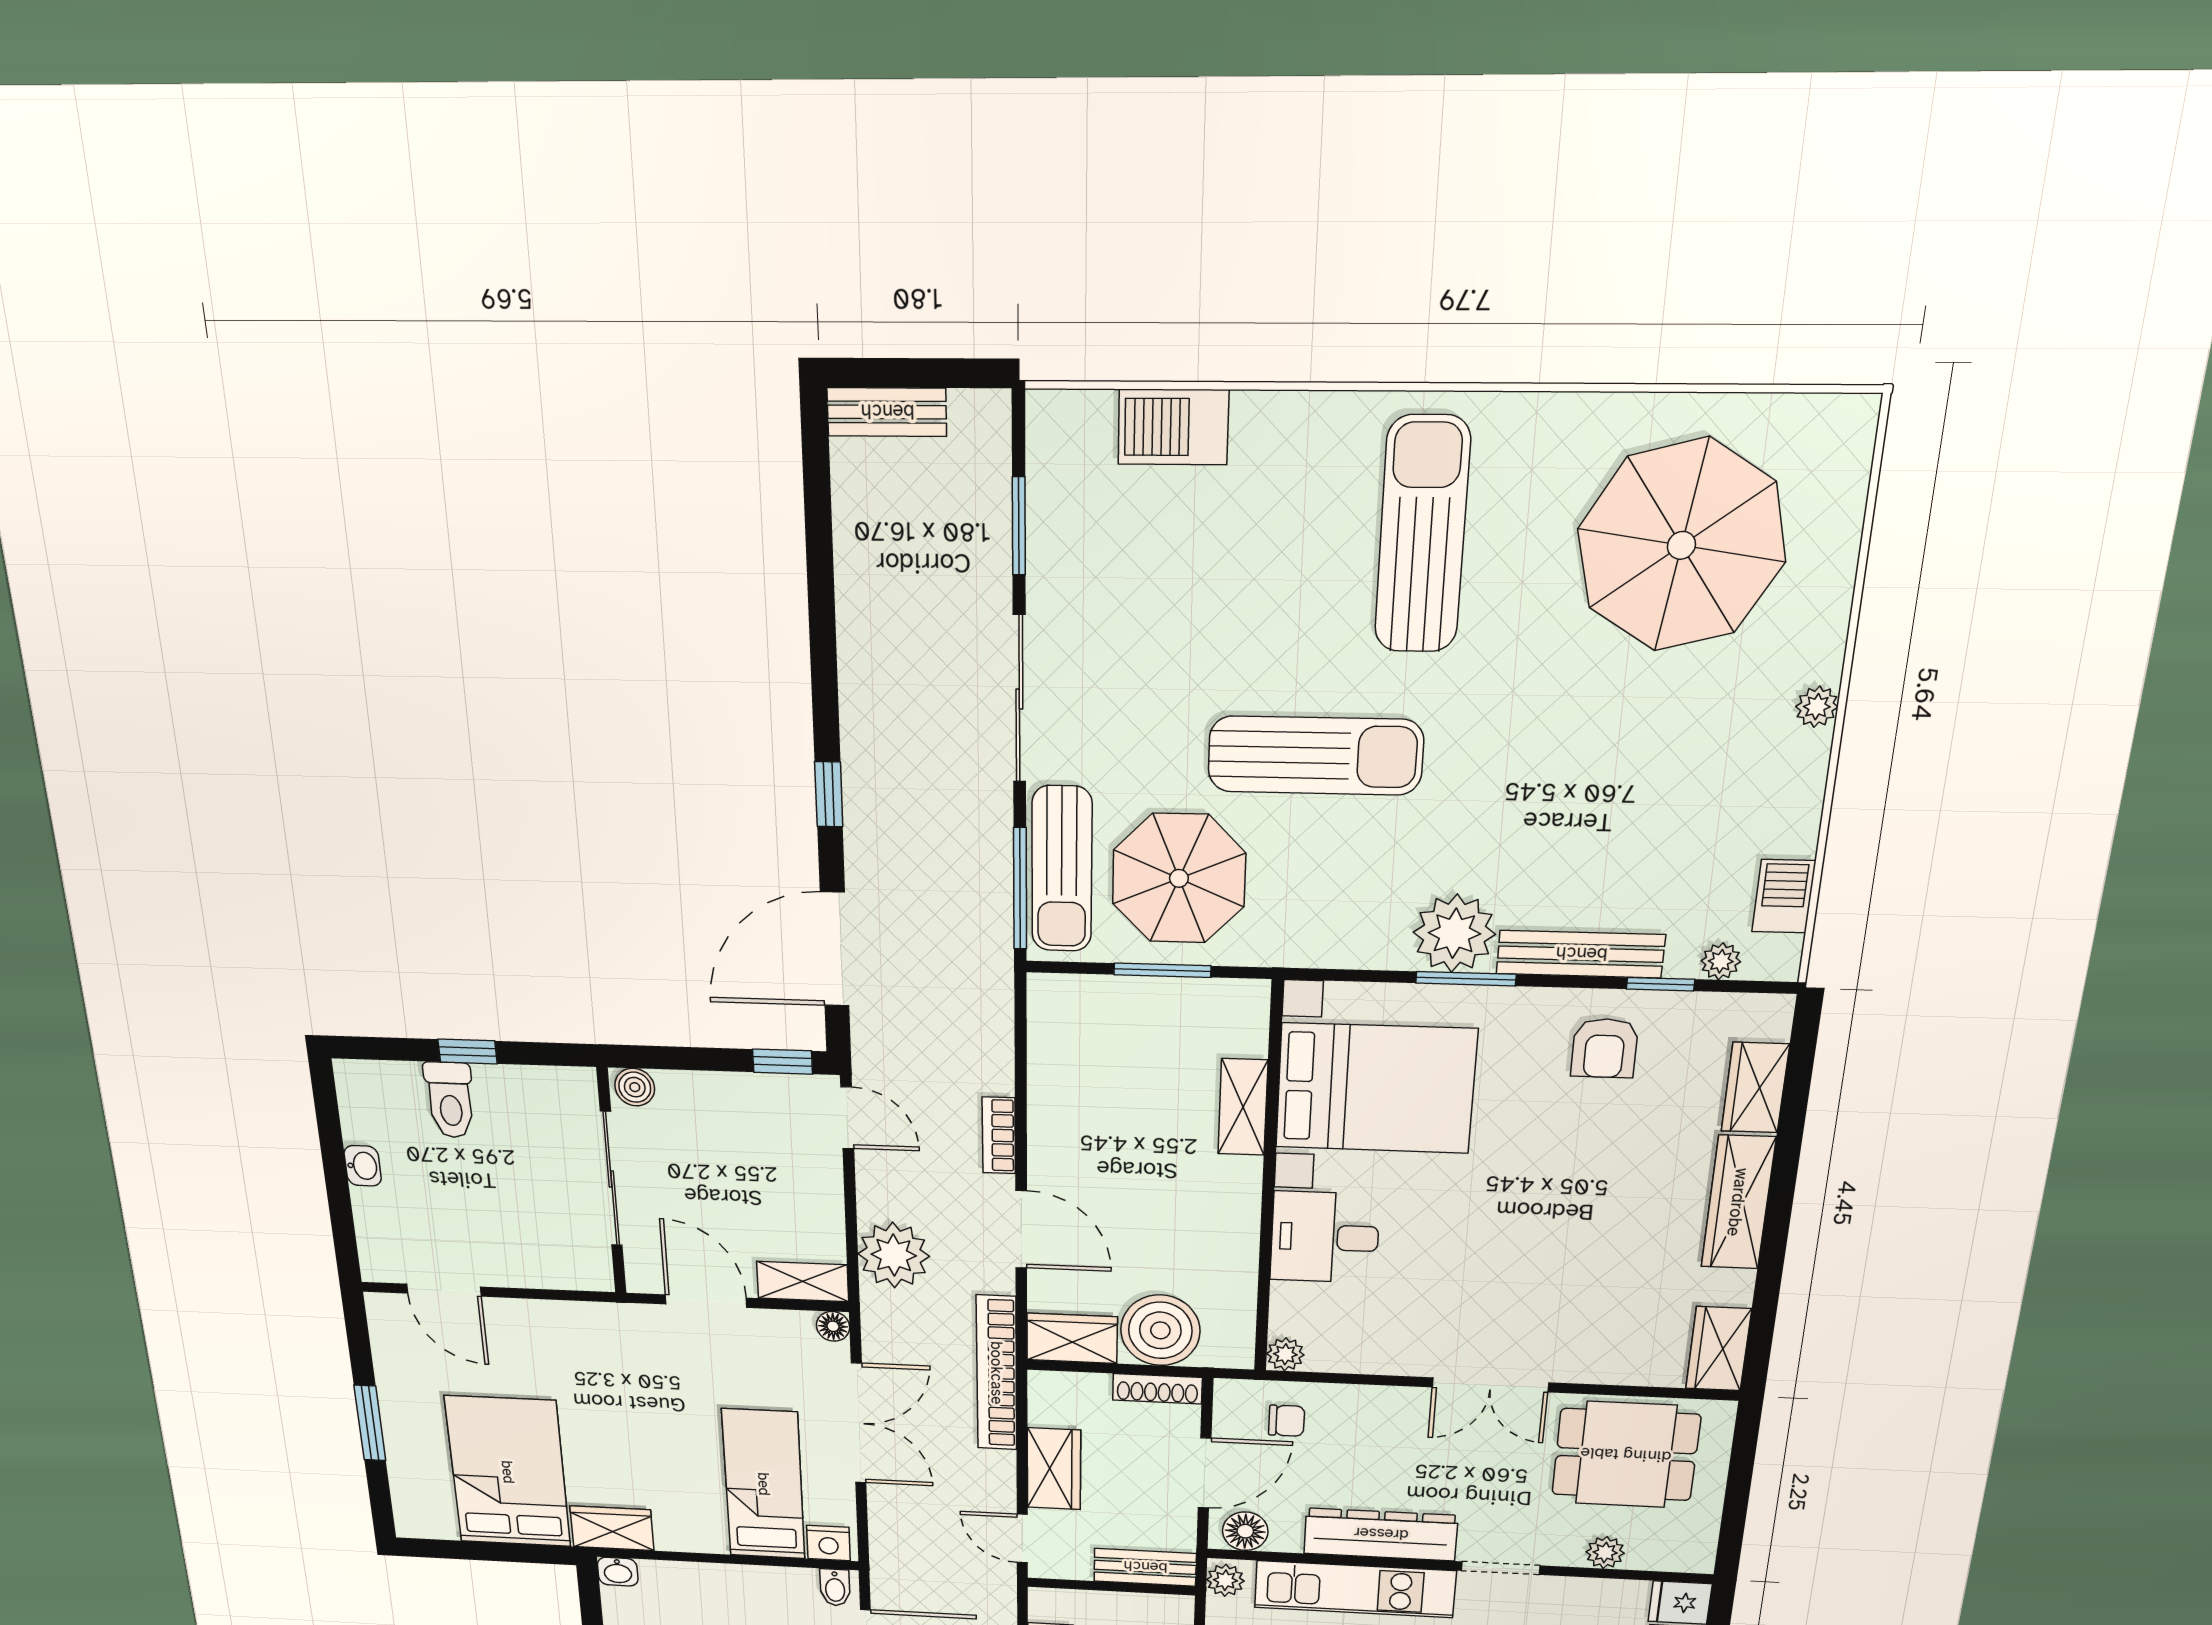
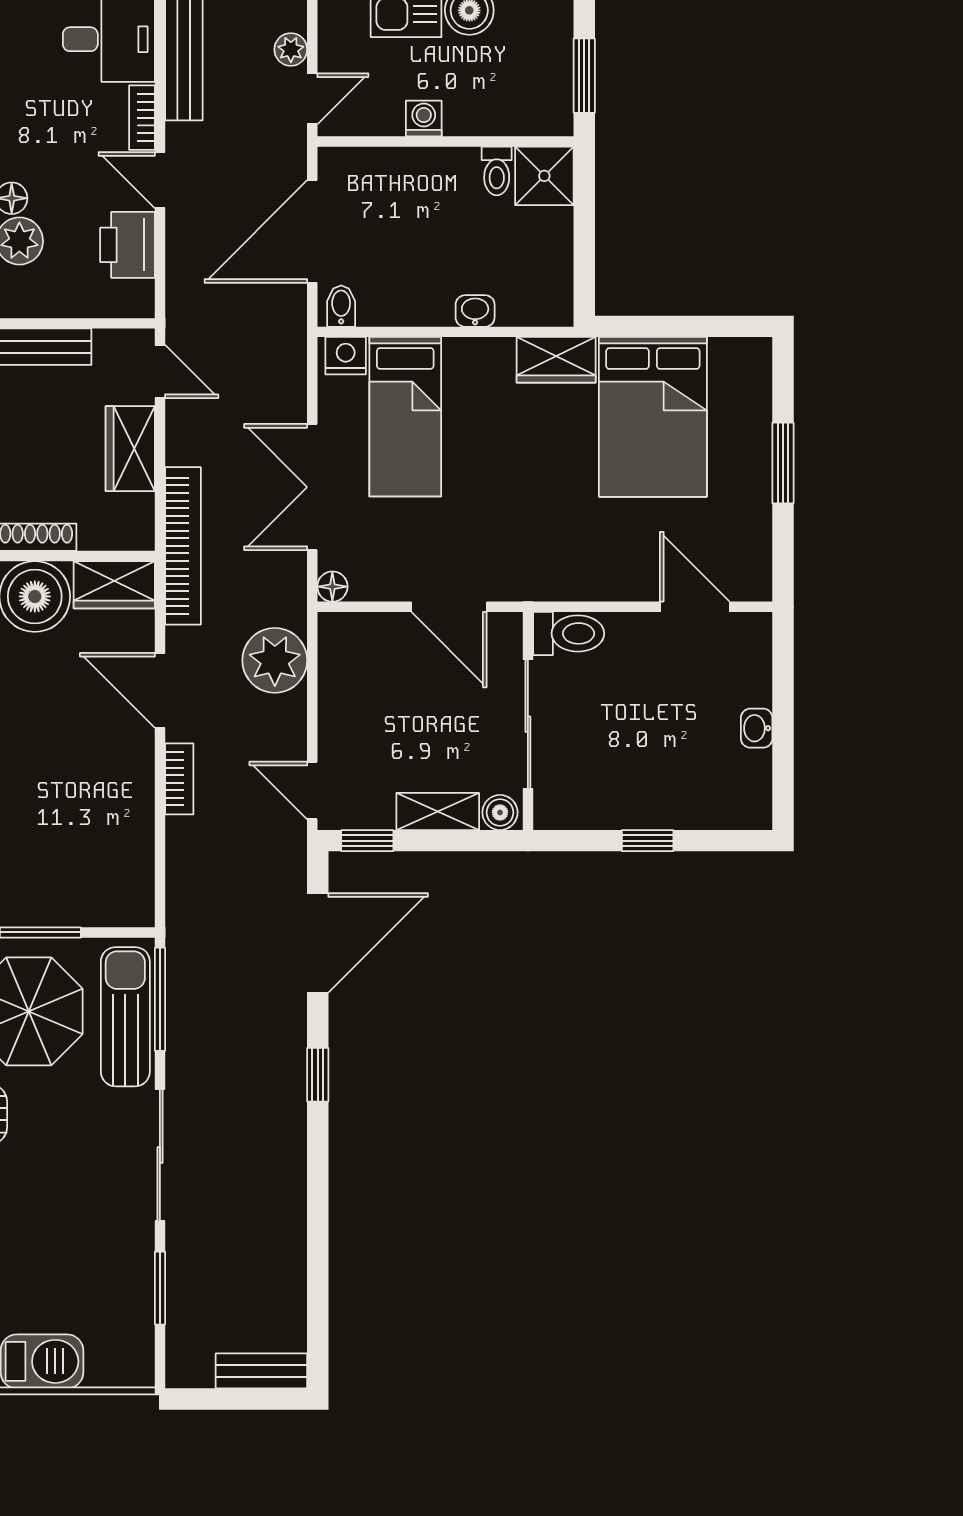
toilet: (450, 1100) -> (569, 633), moved, turned 90
shelving: (803, 1282) -> (438, 811), moved
washbasin: (618, 1572) -> (475, 311), moved

